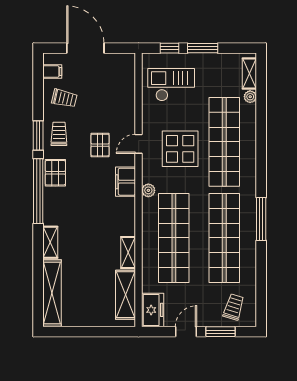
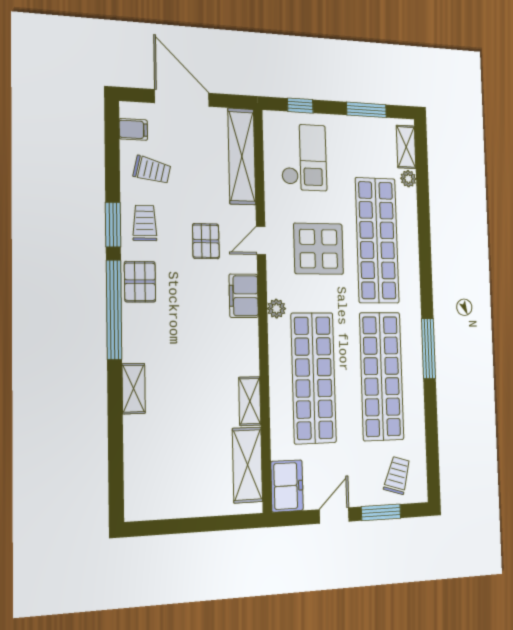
window: (203, 48) -> (366, 110), moved
checkout: (171, 85) -> (304, 157), turned 90
shelving: (52, 293) -> (242, 156), moved

